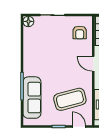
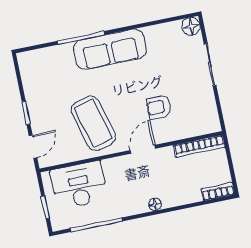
armchair: (80, 32) -> (159, 107), moved
sofa: (32, 98) -> (110, 49), moved
coffee table: (70, 99) -> (93, 123), moved

